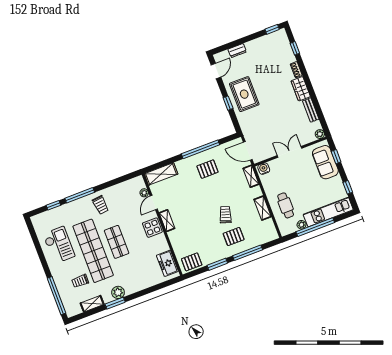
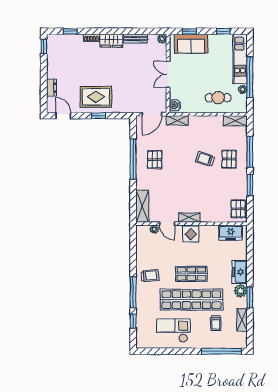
shelving: (263, 208) -> (235, 121), moved
freezer: (135, 285) -> (240, 272), added

